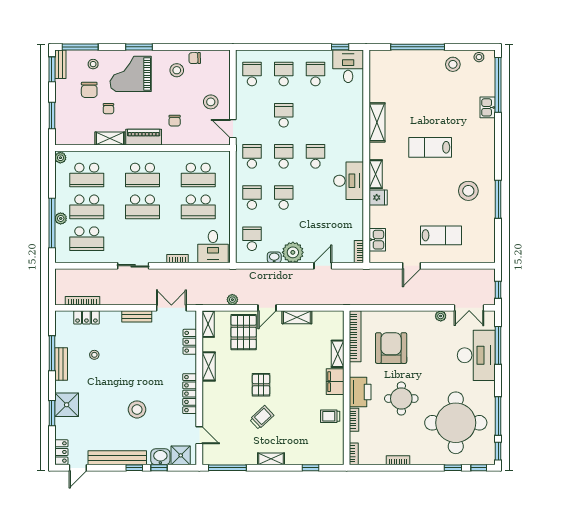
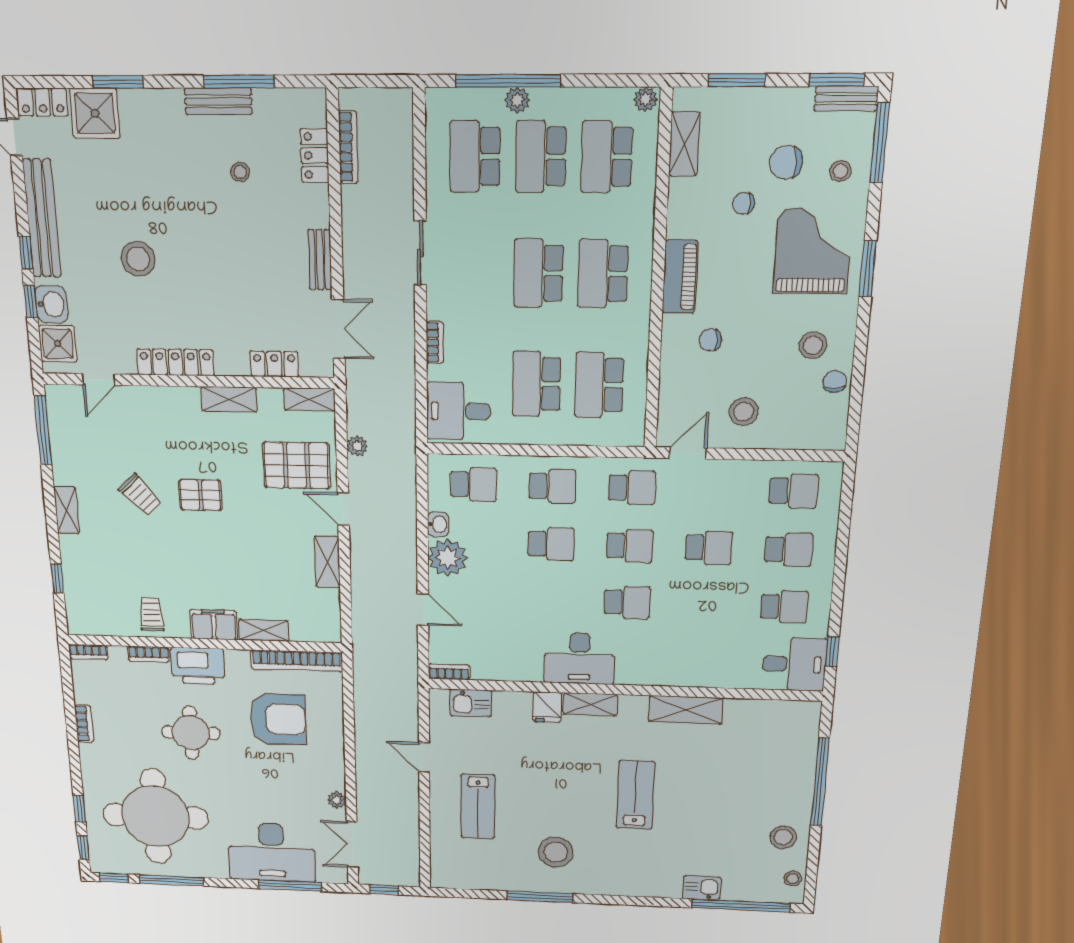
shelving: (110, 138) -> (684, 144), moved
shower: (67, 405) -> (95, 113), moved

